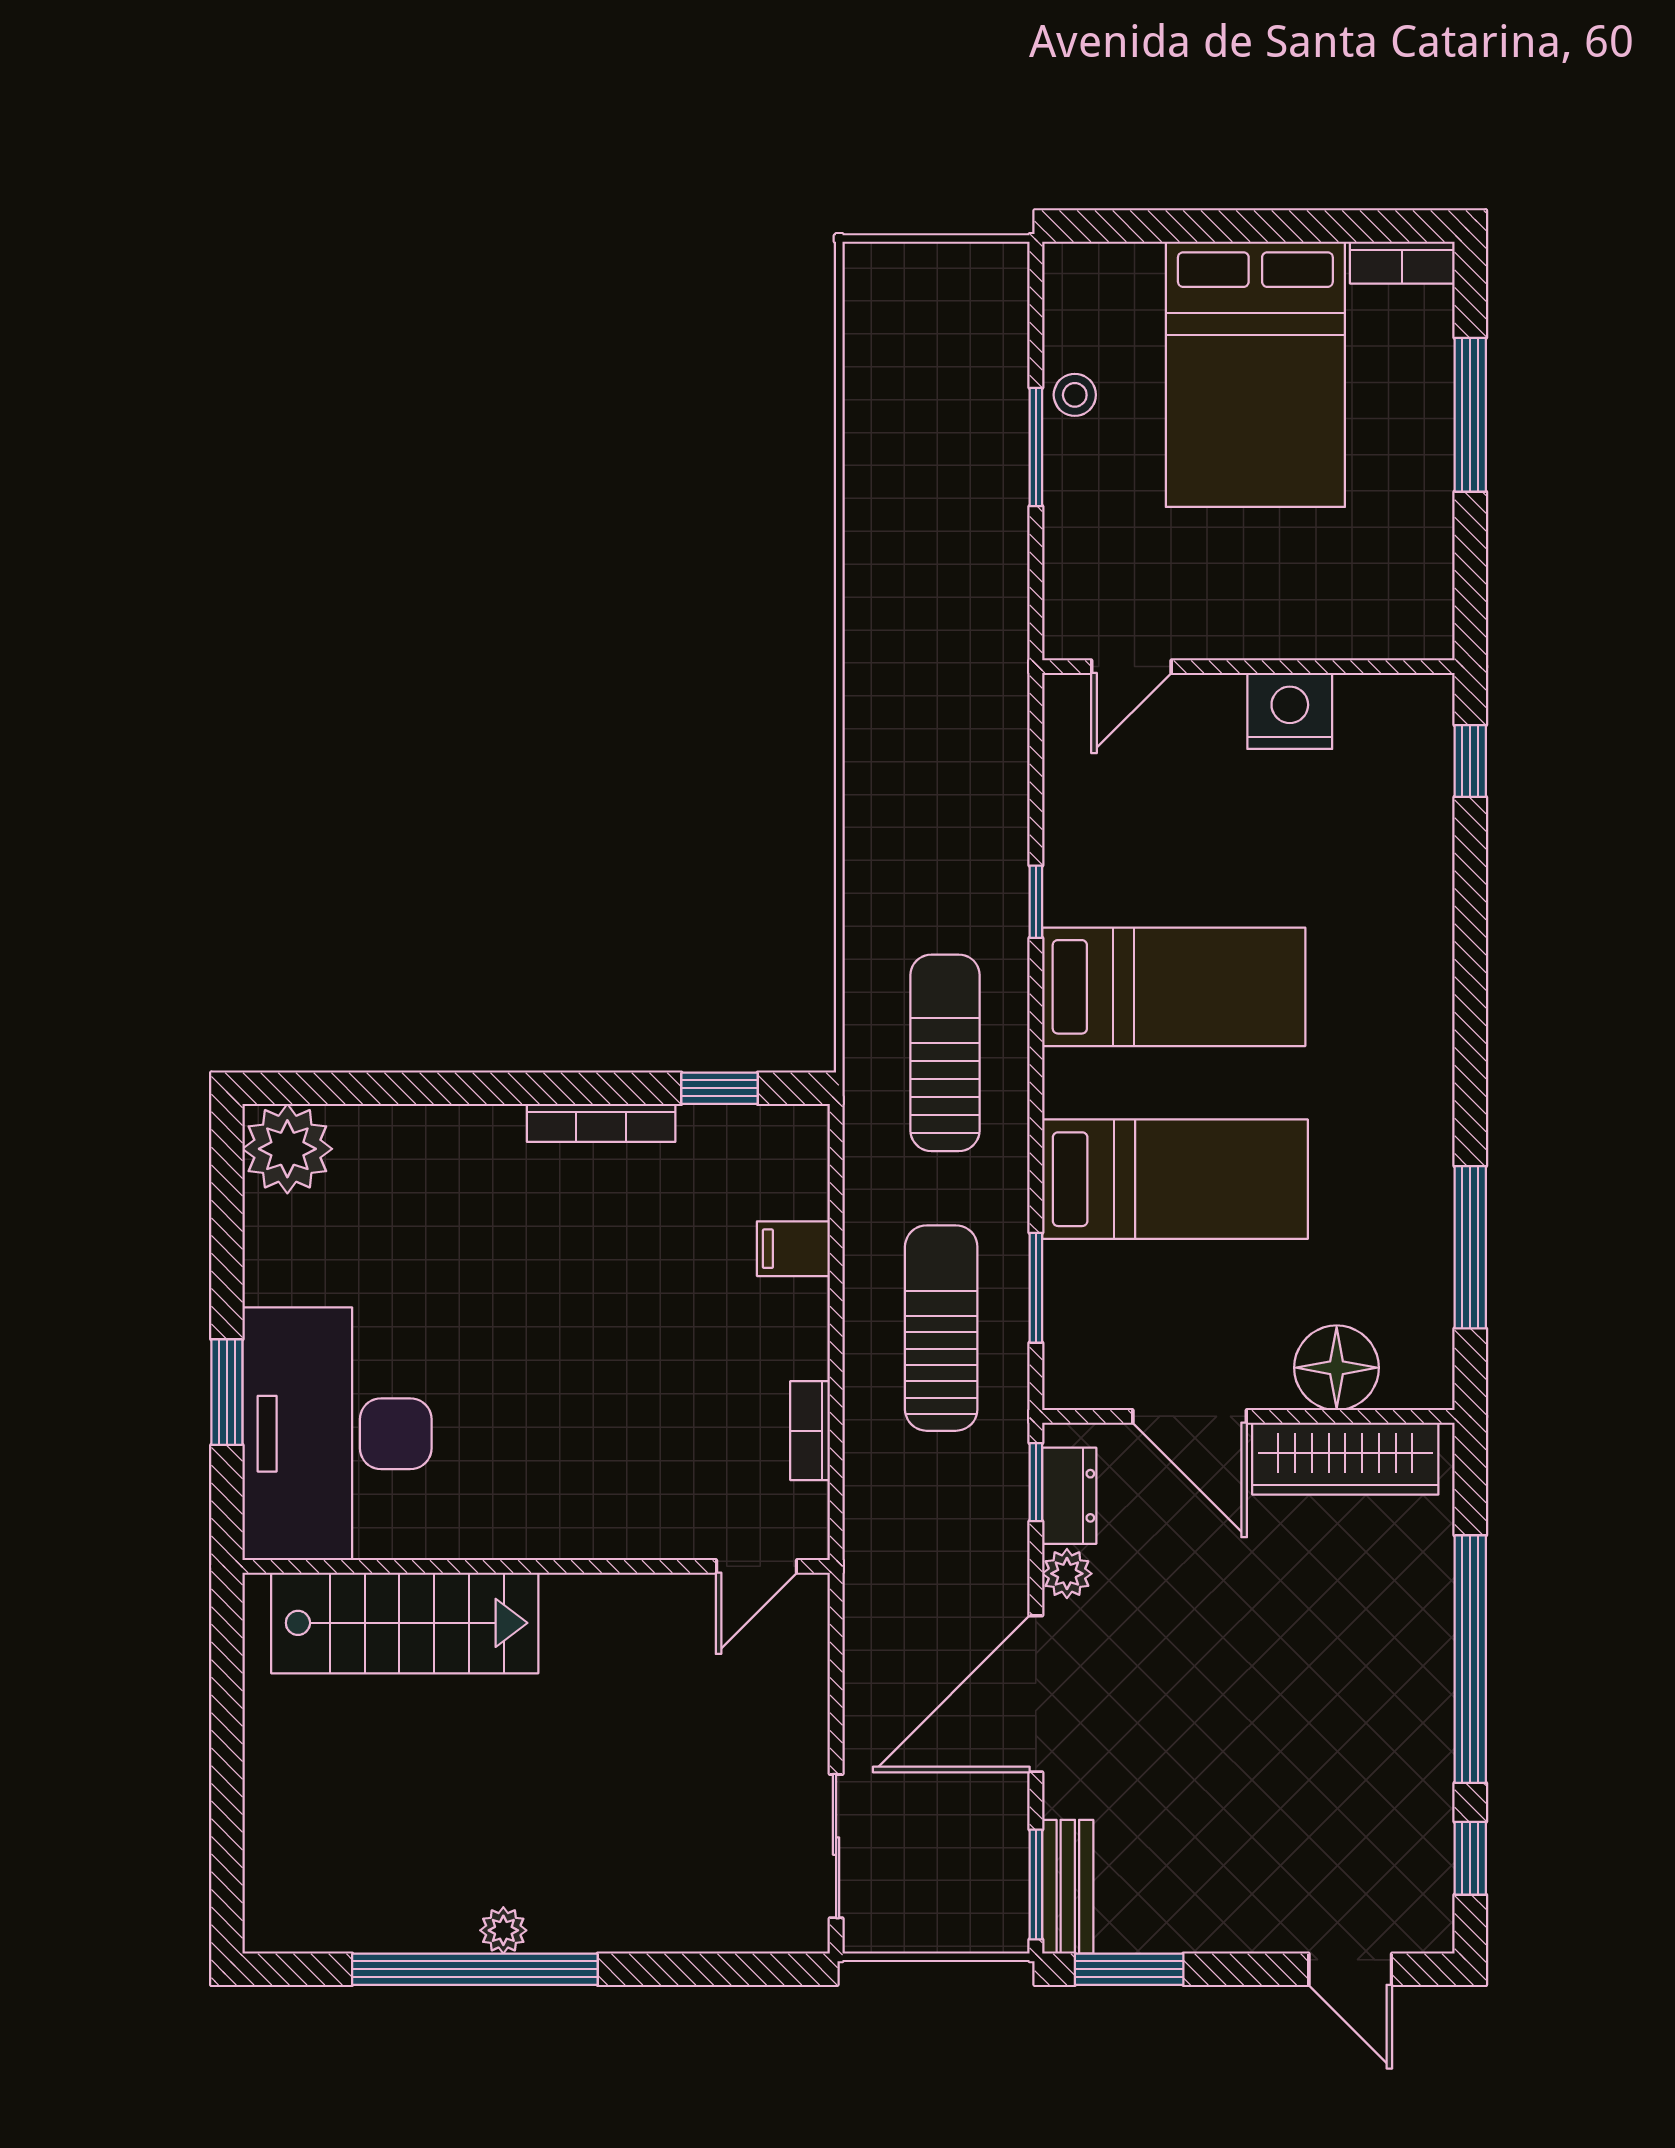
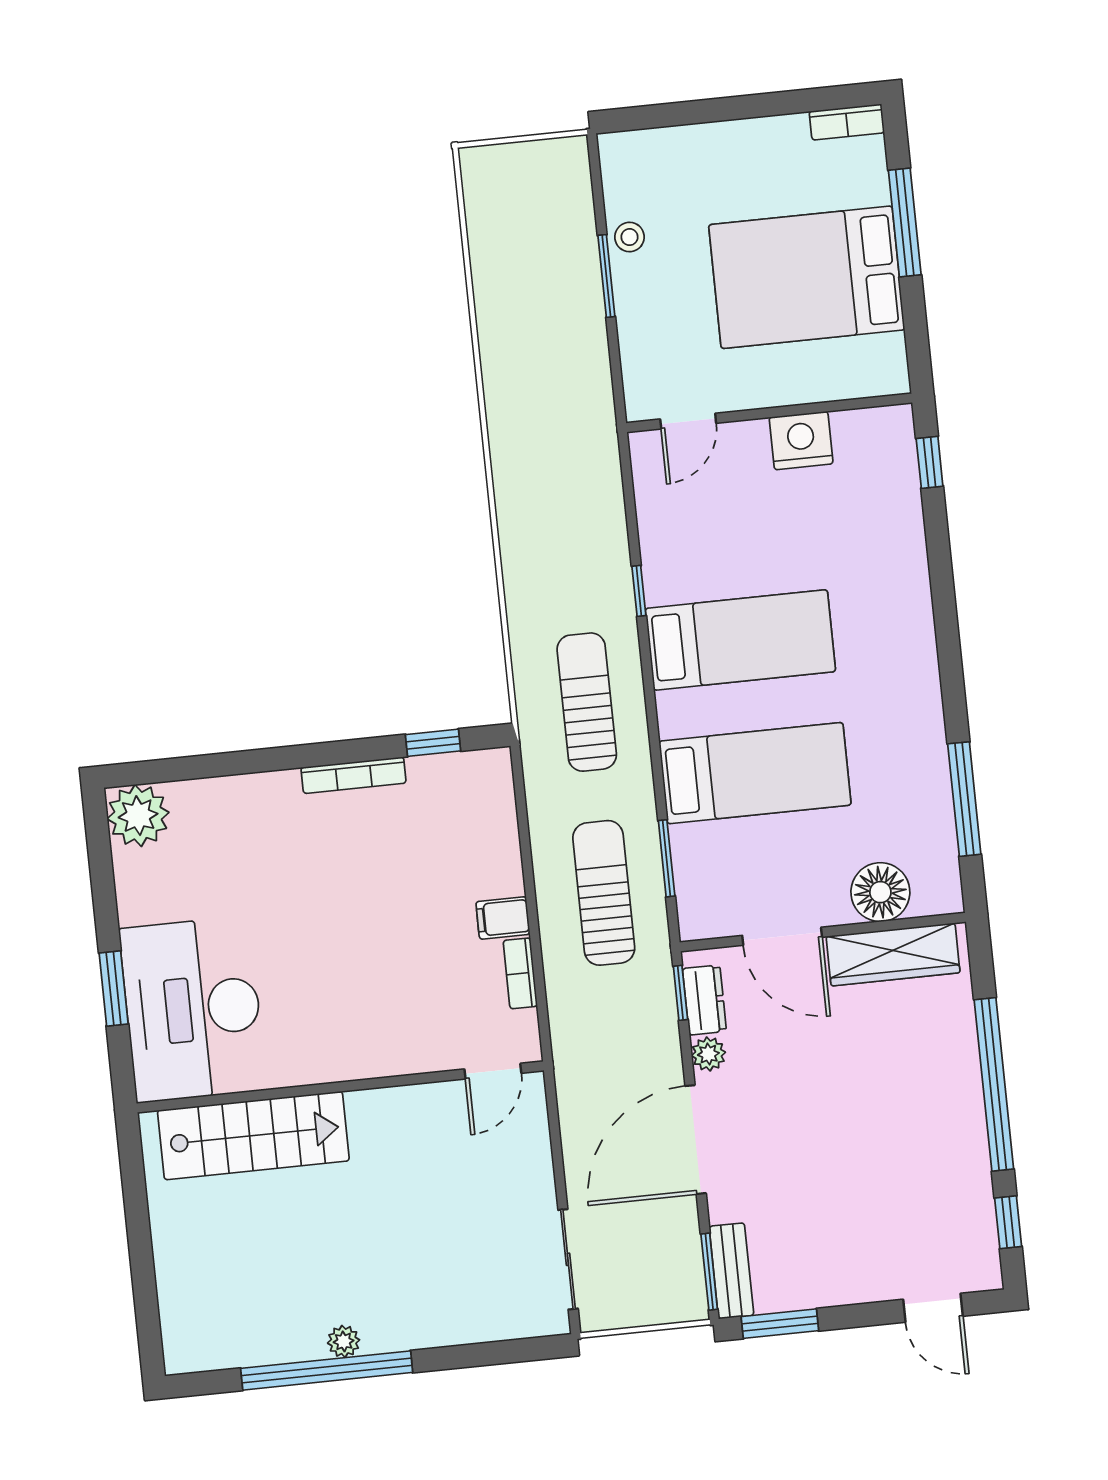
bed: (1255, 374) -> (807, 277), moved, turned 90
filing cabinet: (793, 1249) -> (503, 918), moved

